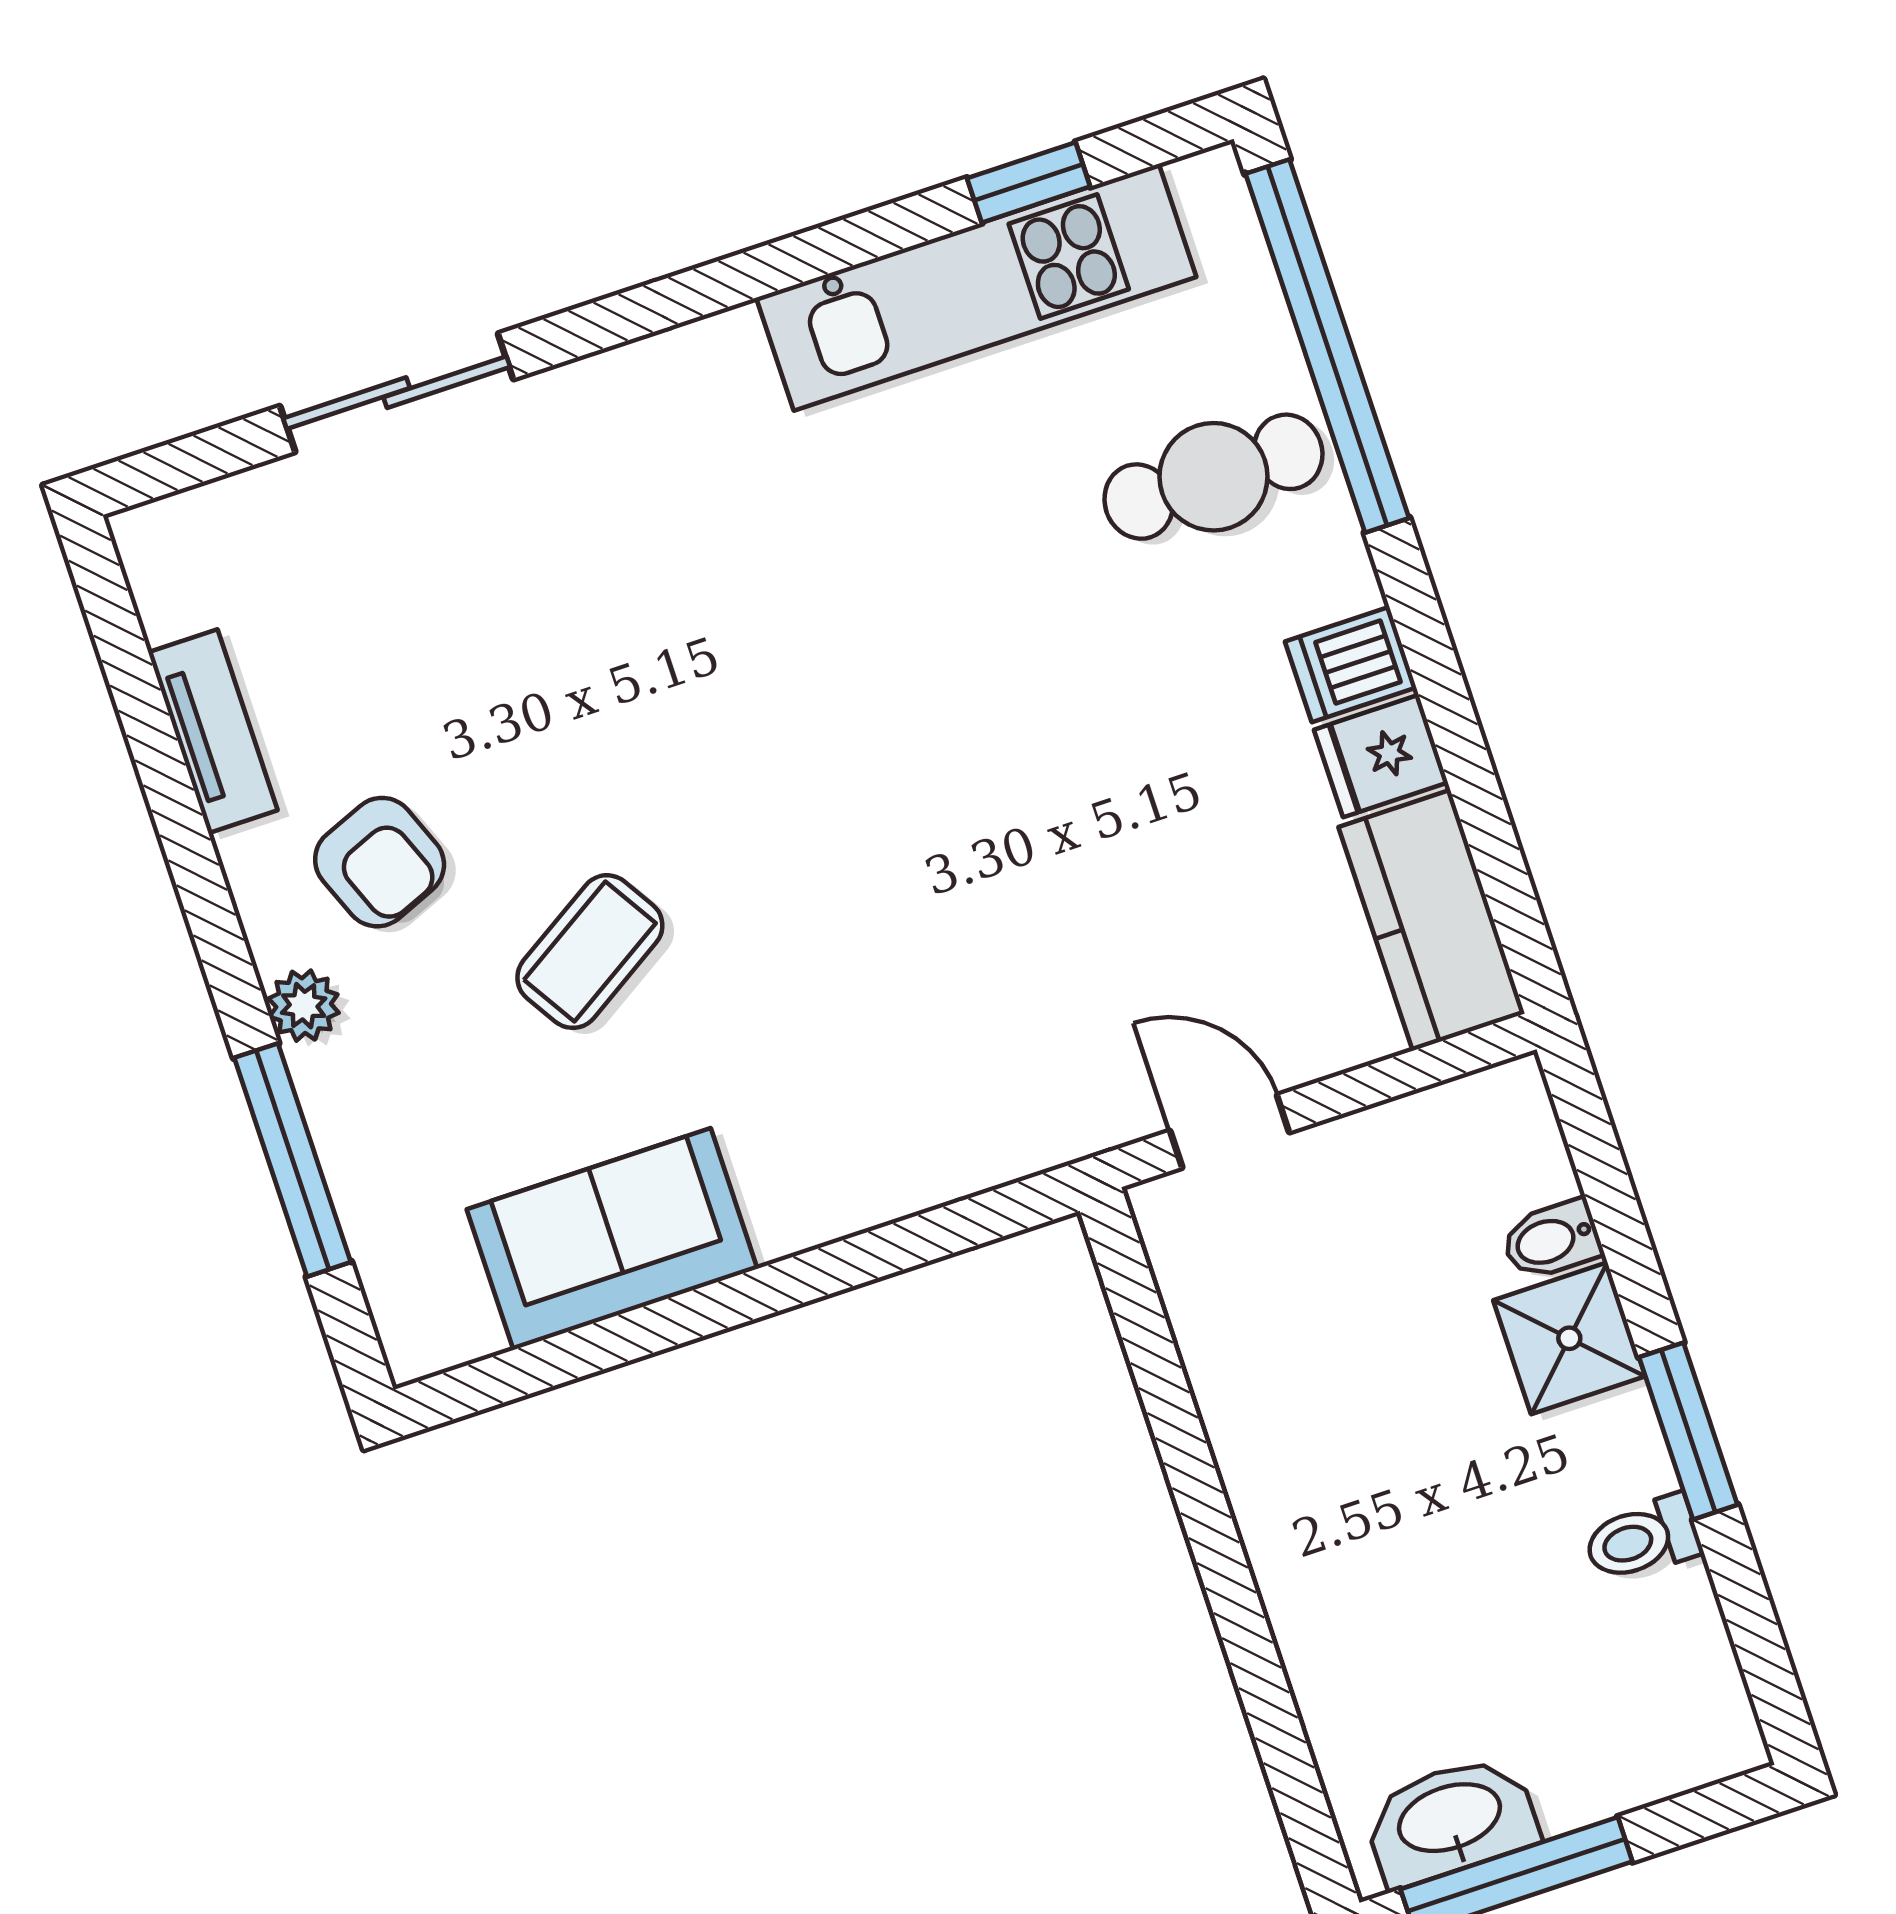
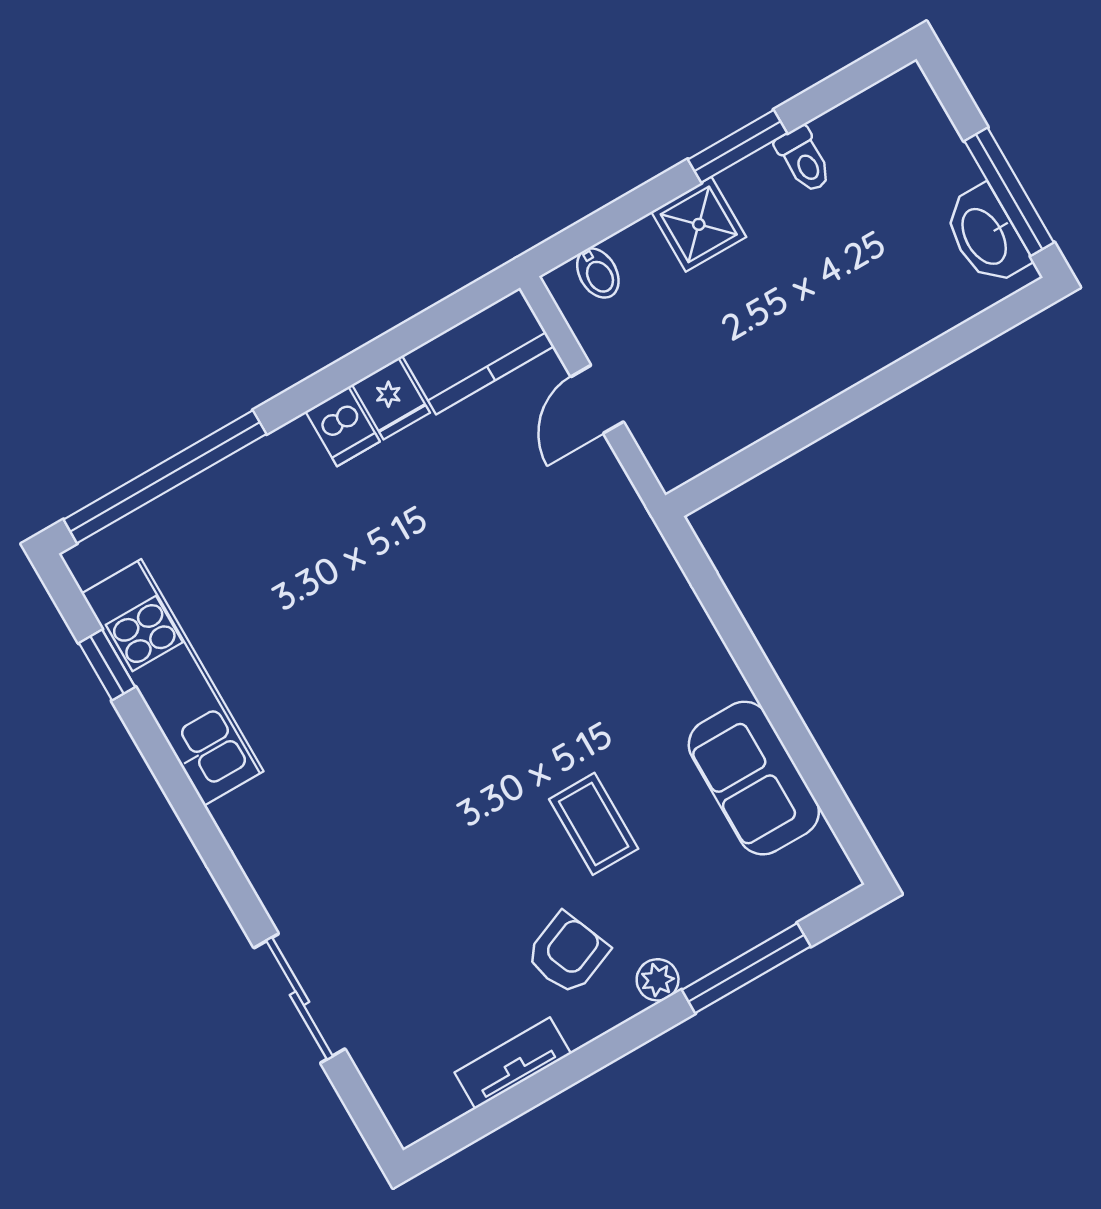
cafe table: (1213, 477) -> (252, 526), removed
coffee table: (590, 952) -> (594, 824), turned 32
door: (1230, 1131) -> (597, 399), moved
bidet: (1552, 1240) -> (598, 273), moved

